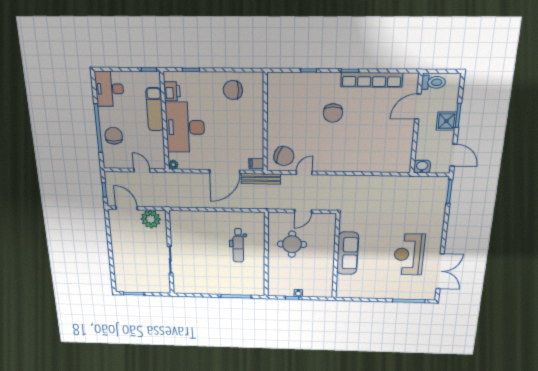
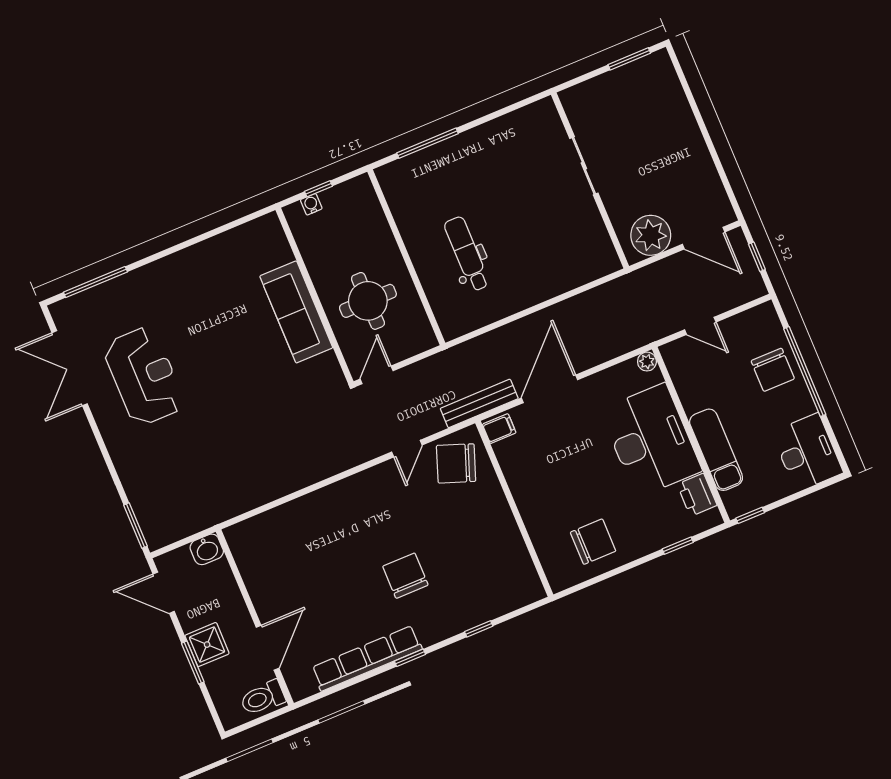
sofa: (348, 253) -> (296, 312), moved
wall: (336, 257) -> (314, 296), moved

